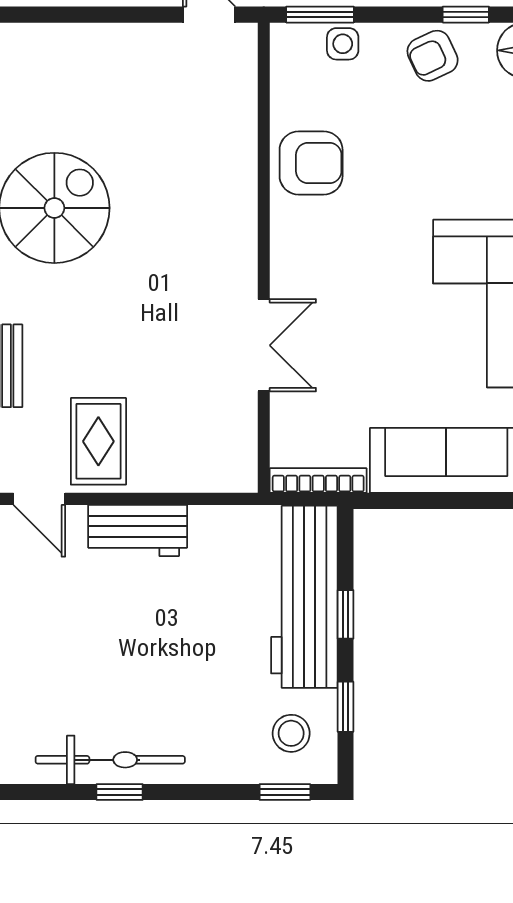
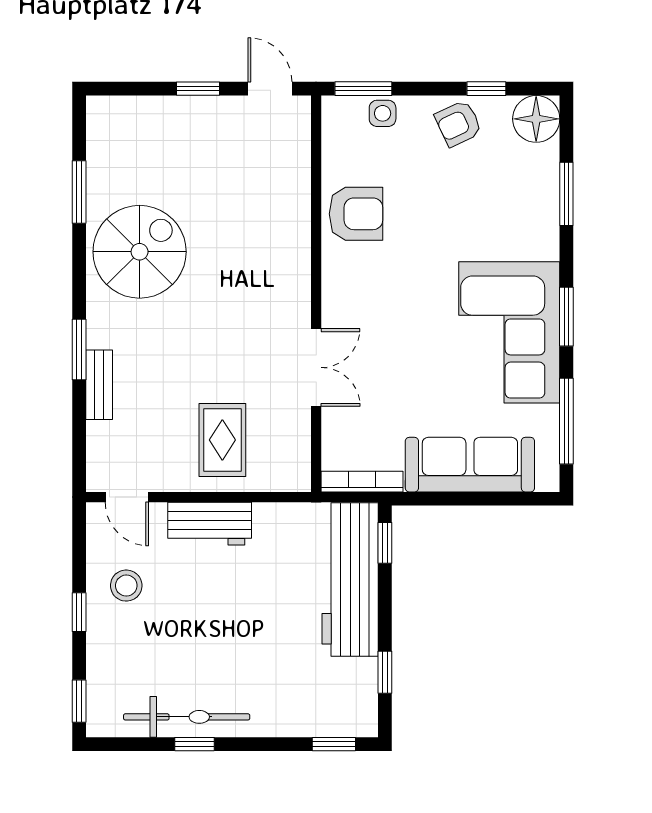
window: (124, 15) -> (198, 89), added
rug: (98, 441) -> (222, 440), moved
window: (345, 614) -> (385, 543), moved
stool: (291, 733) -> (126, 586), moved

